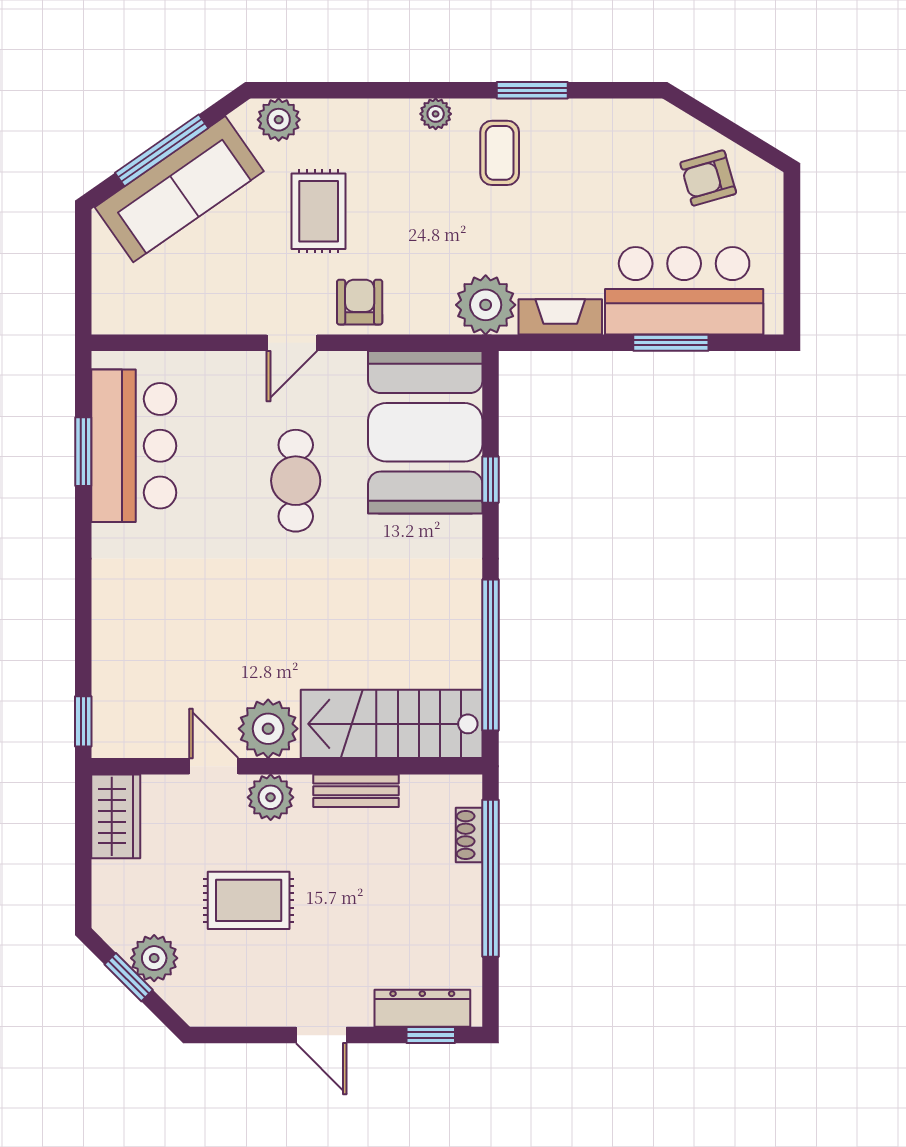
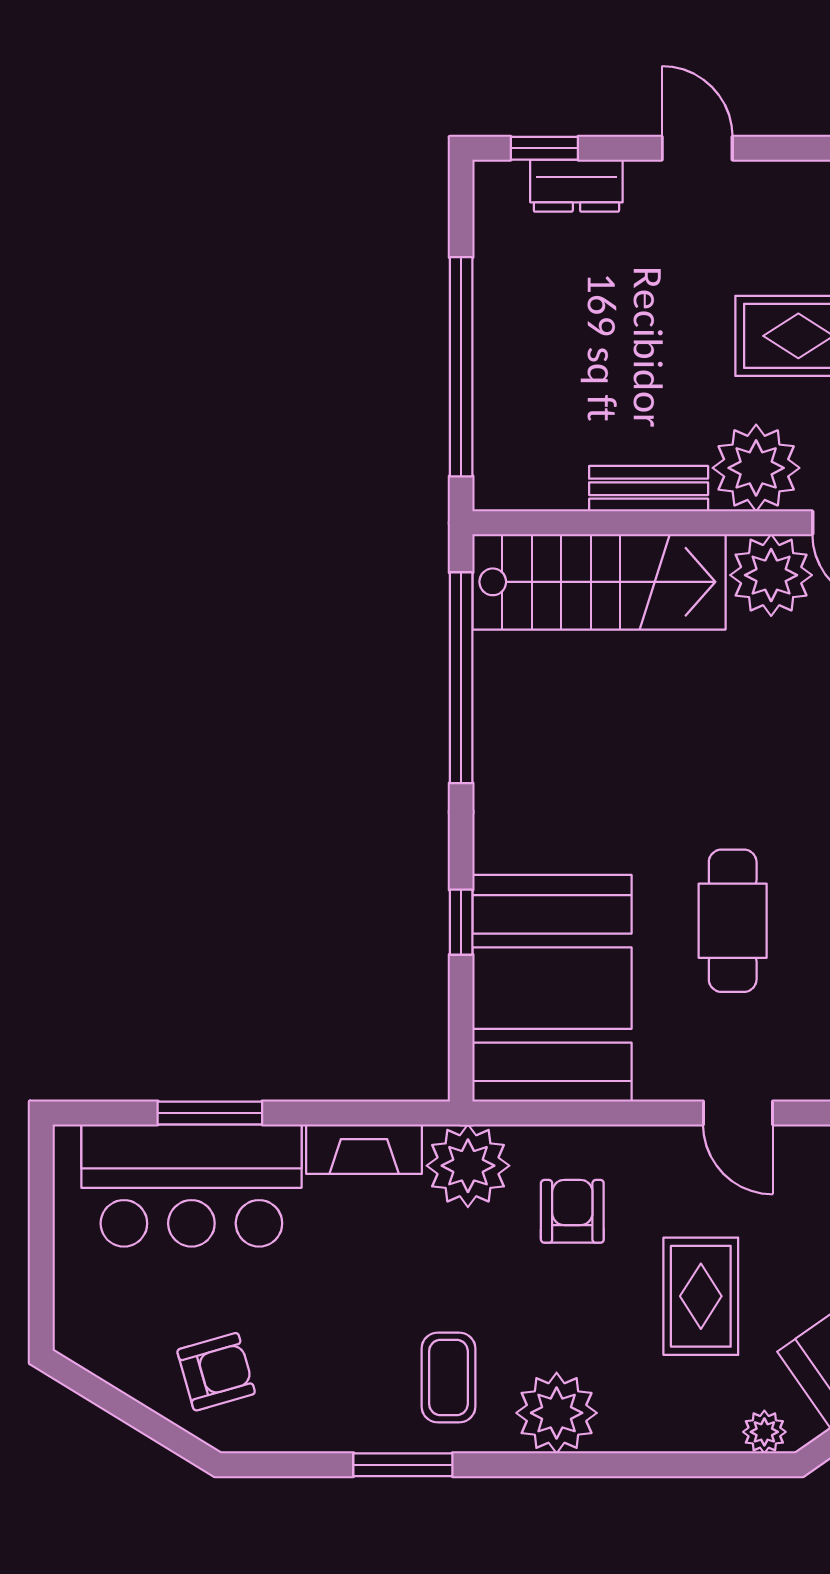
plant: (436, 114) -> (557, 1413), width x1.87, depth x1.87
plant: (279, 120) -> (764, 1432), width x0.73, depth x0.73
armchair: (708, 178) -> (216, 1372), moved
armchair: (360, 302) -> (572, 1211), moved, turned 180
door: (292, 343) -> (738, 1113), swing flipped
plant: (271, 797) -> (756, 468), width x1.36, depth x1.36
shoe rack: (469, 835) -> (491, 427), removed
dresser: (422, 1008) -> (576, 186), width x0.70

